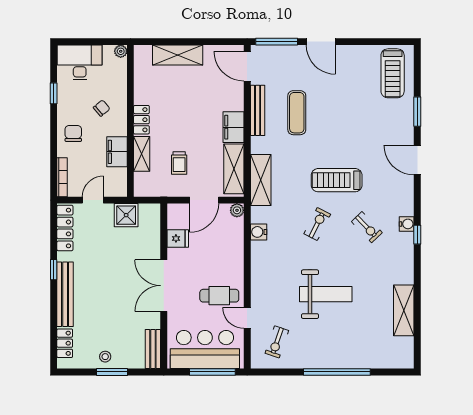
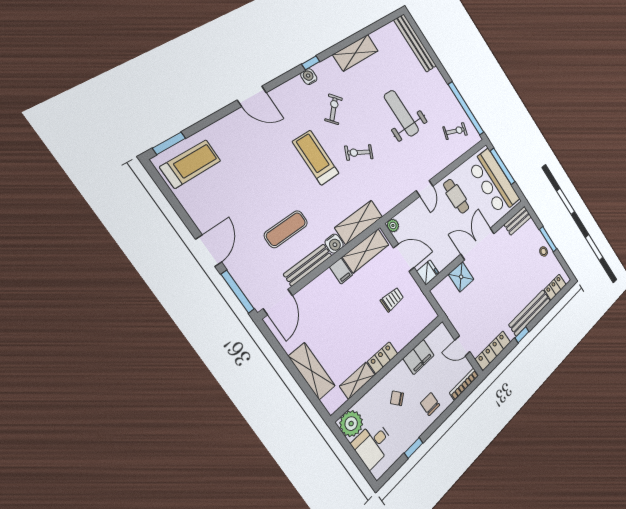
plant: (121, 51) -> (351, 424), width x1.88, depth x1.88
desk: (80, 62) -> (373, 444), width x0.73
window: (417, 112) -> (169, 143), moved
filing cabinet: (234, 127) -> (341, 271), width x0.50
chair: (73, 133) -> (430, 404), turned 90
shelving: (142, 154) -> (357, 381), moved
door: (417, 160) -> (252, 96), hinge flipped
treadmill: (337, 180) -> (316, 158), turned 180
shower: (126, 215) -> (461, 277), moved
water cooler: (259, 232) -> (334, 244), moved
fridge: (178, 238) -> (428, 272), moved, turned 90
double door: (164, 286) -> (478, 244), swing flipped
shelving: (404, 310) -> (356, 53), moved
door: (247, 318) -> (425, 188), moved
bench: (381, 360) -> (415, 43), added
window: (337, 372) -> (466, 108), moved

